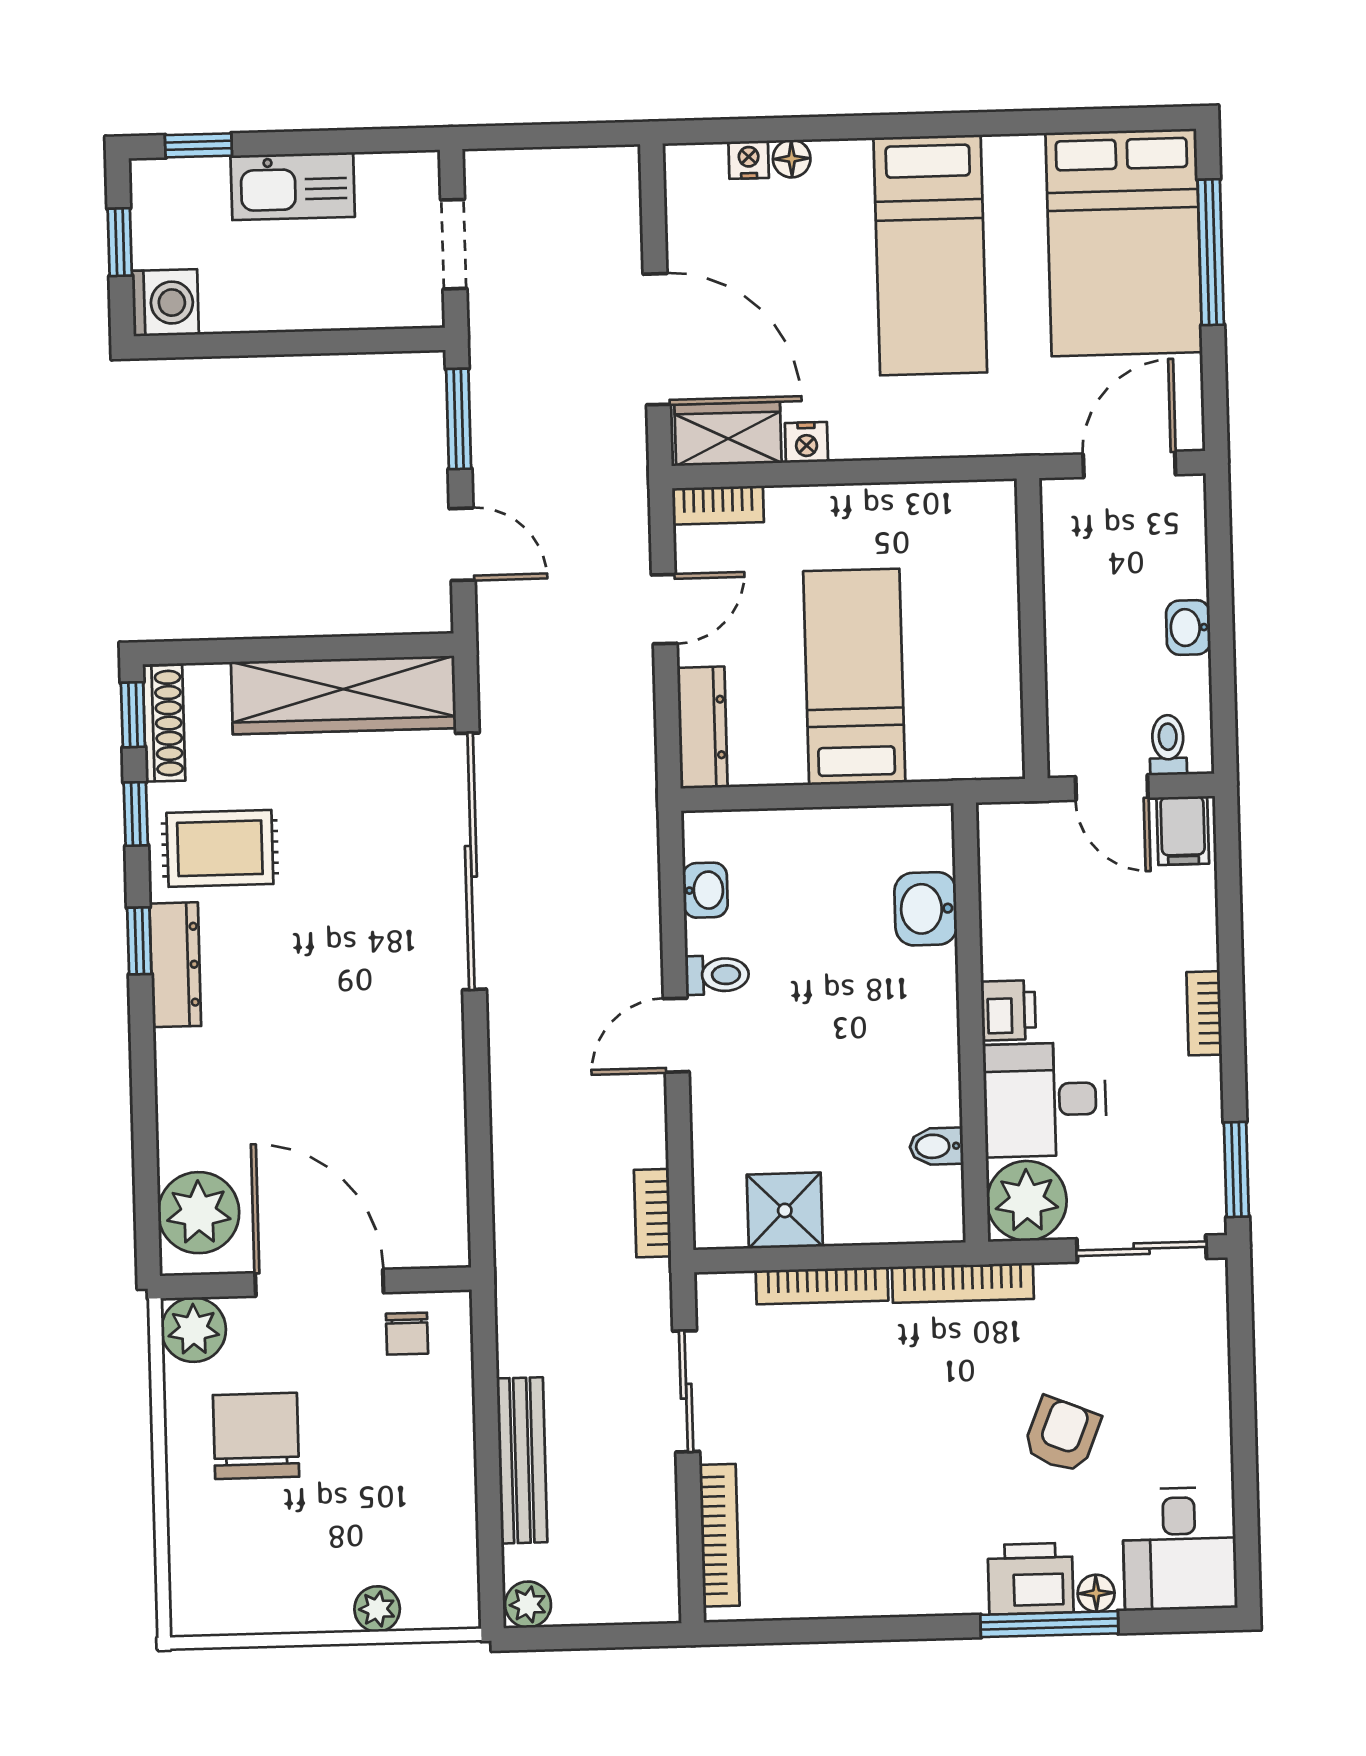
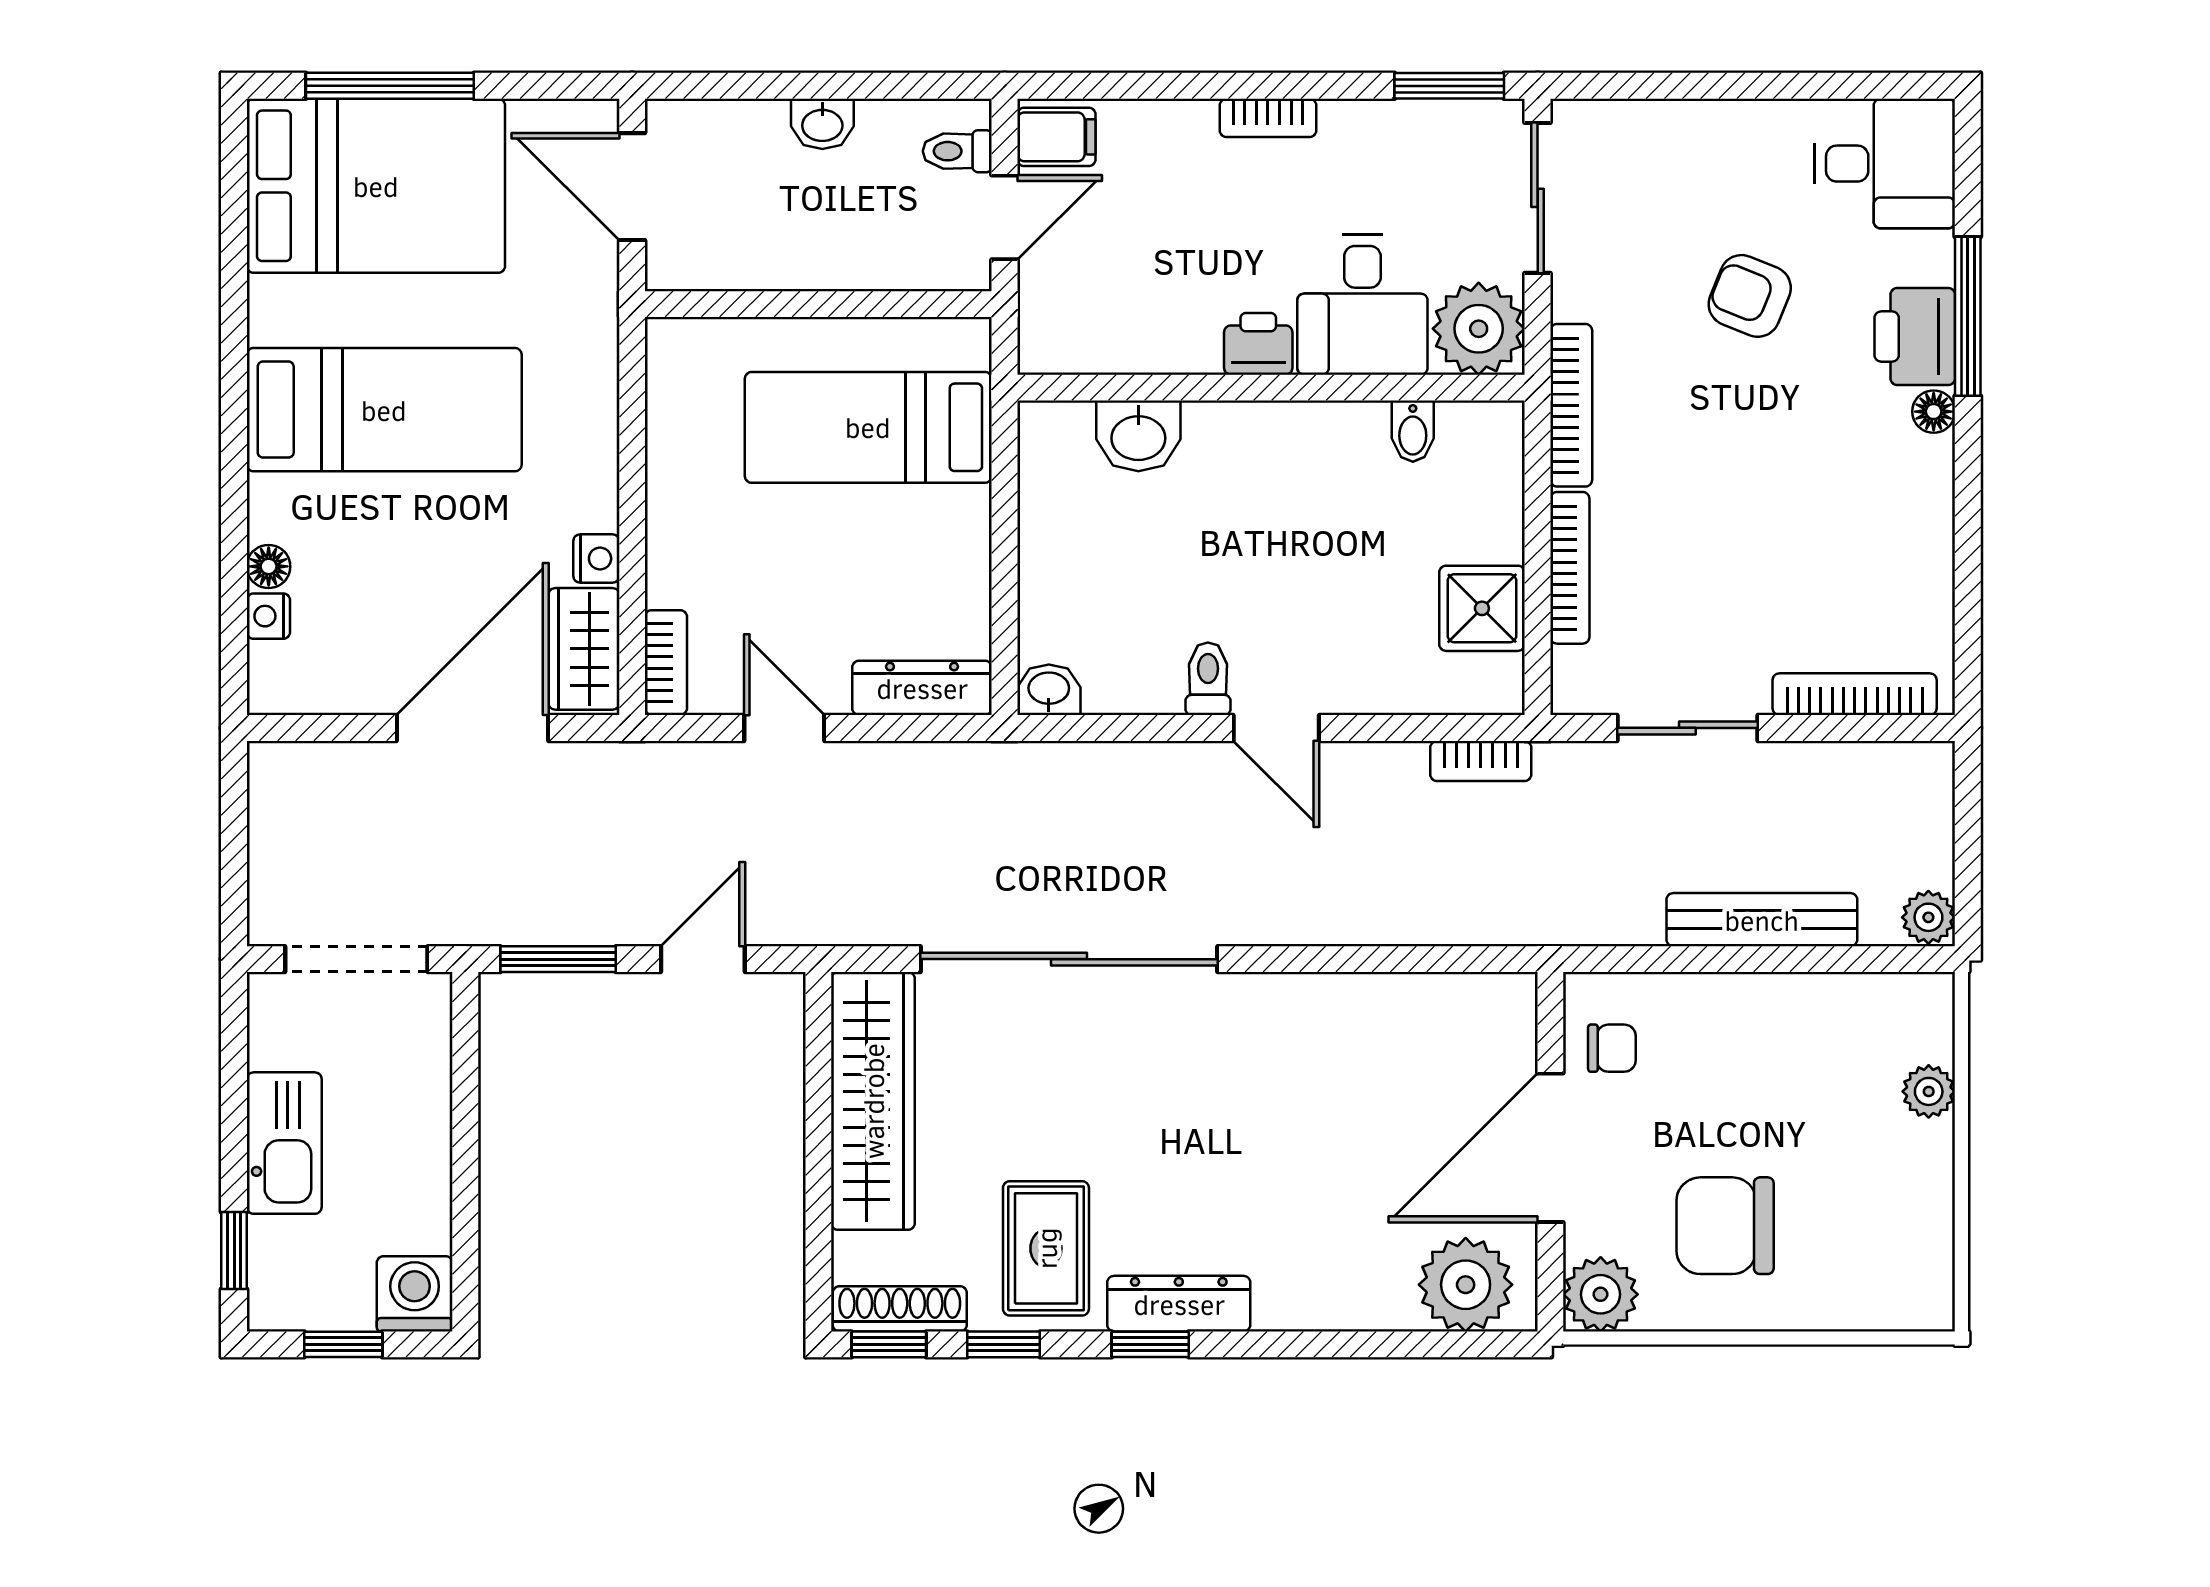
doorway: (454, 244) -> (356, 959), width x1.38
bed: (854, 677) -> (868, 427), moved
washbasin: (705, 890) -> (1049, 690), moved
floor lamp: (1096, 1593) -> (1934, 412), moved

